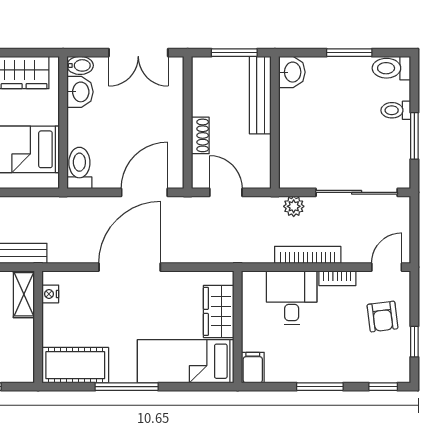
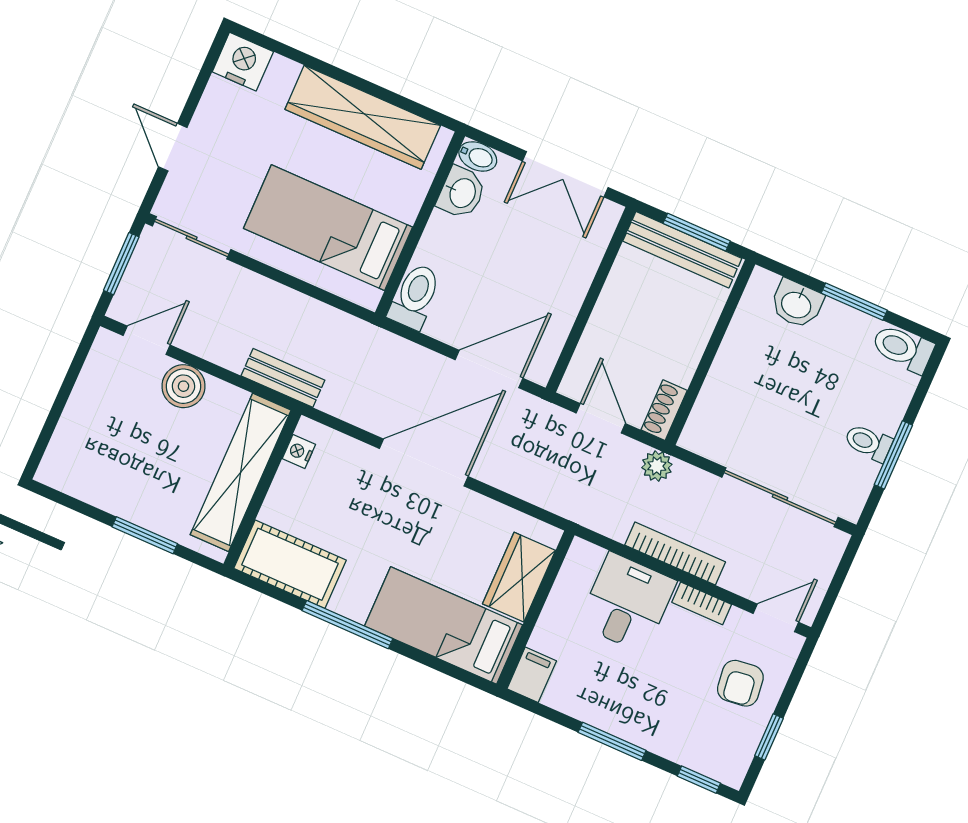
washbasin: (292, 72) -> (797, 304), moved, turned 90
bench: (260, 95) -> (682, 250), moved, turned 90
toilet: (396, 110) -> (868, 443), moved
shoe rack: (200, 135) -> (664, 410), moved, turned 180
plant: (294, 206) -> (657, 466), moved
shelving: (24, 294) -> (241, 472), width x2.20, depth x1.33

